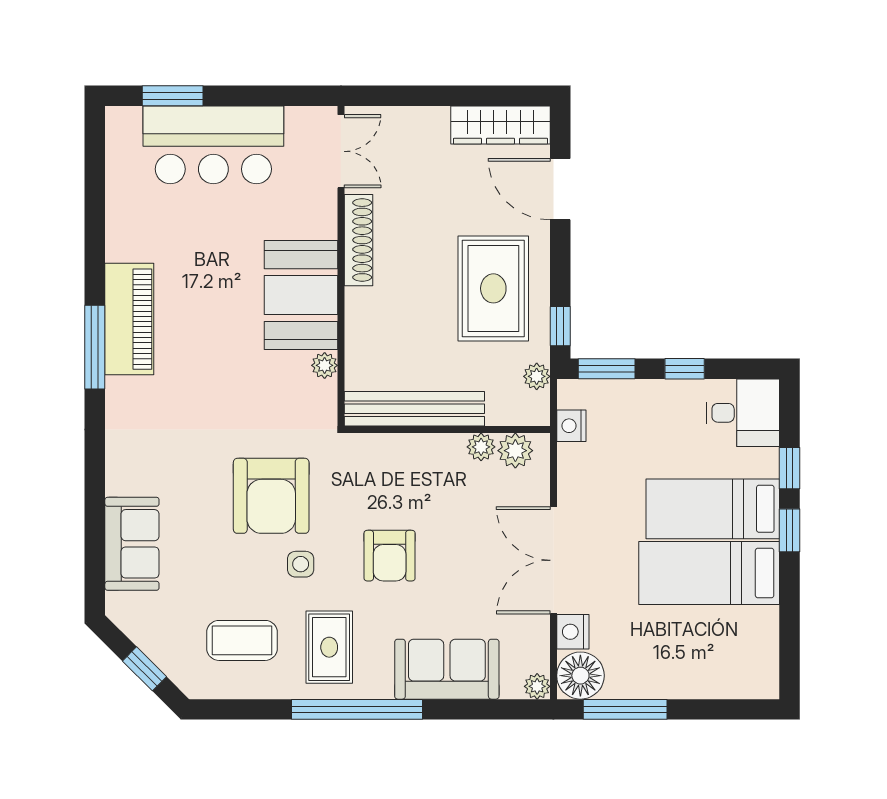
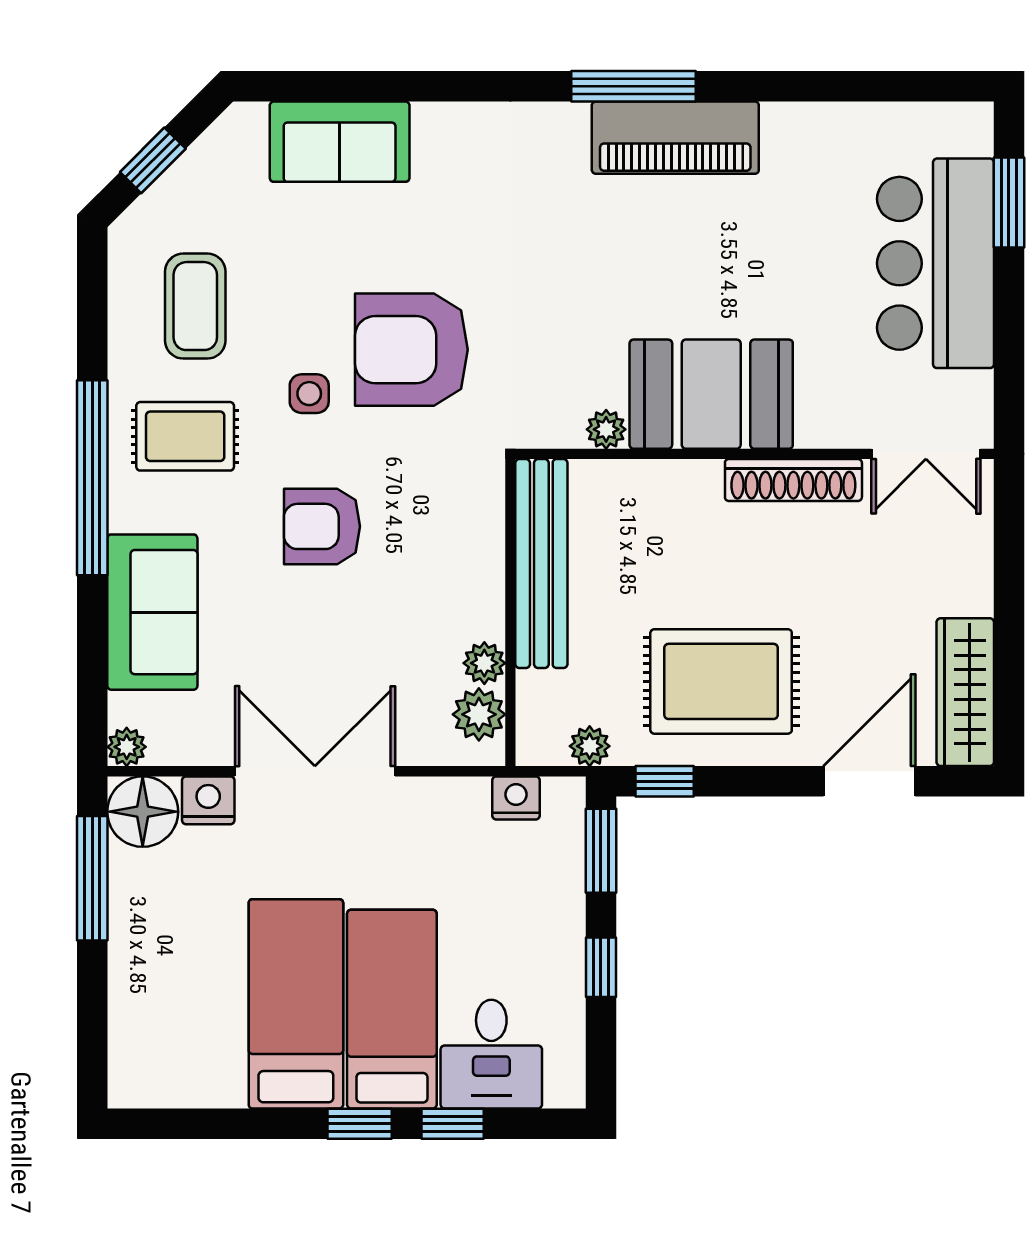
desk: (743, 413) -> (491, 1054), moved

